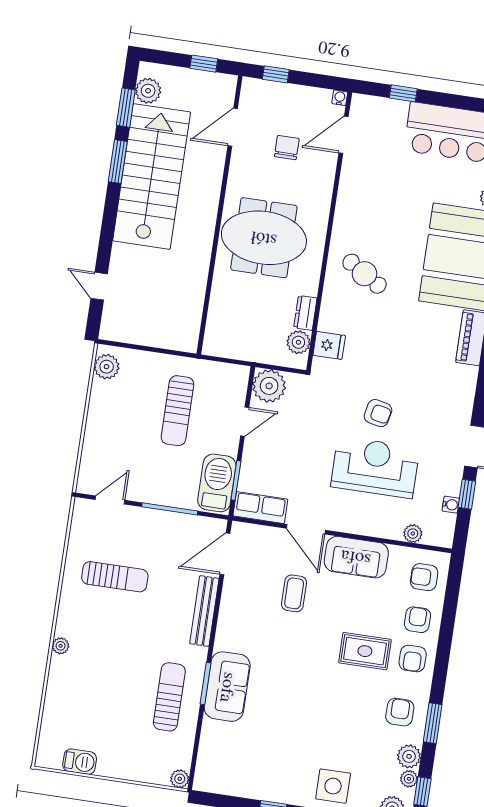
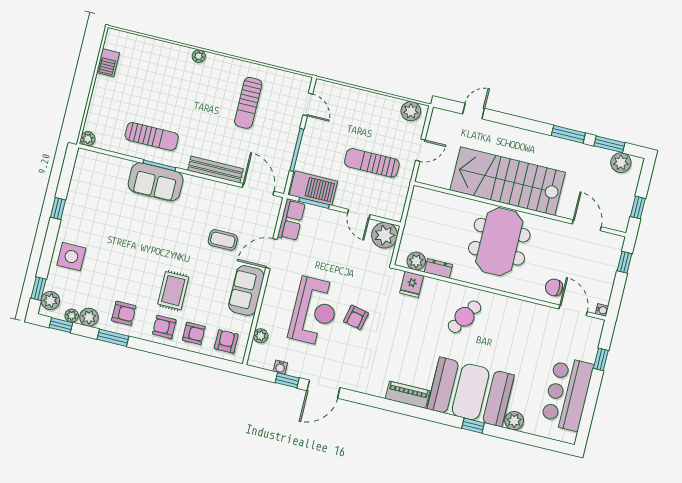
chair: (287, 148) -> (554, 287), moved, turned 180
stairs: (152, 176) -> (508, 181), moved, turned 180
door: (155, 350) -> (420, 150), added

